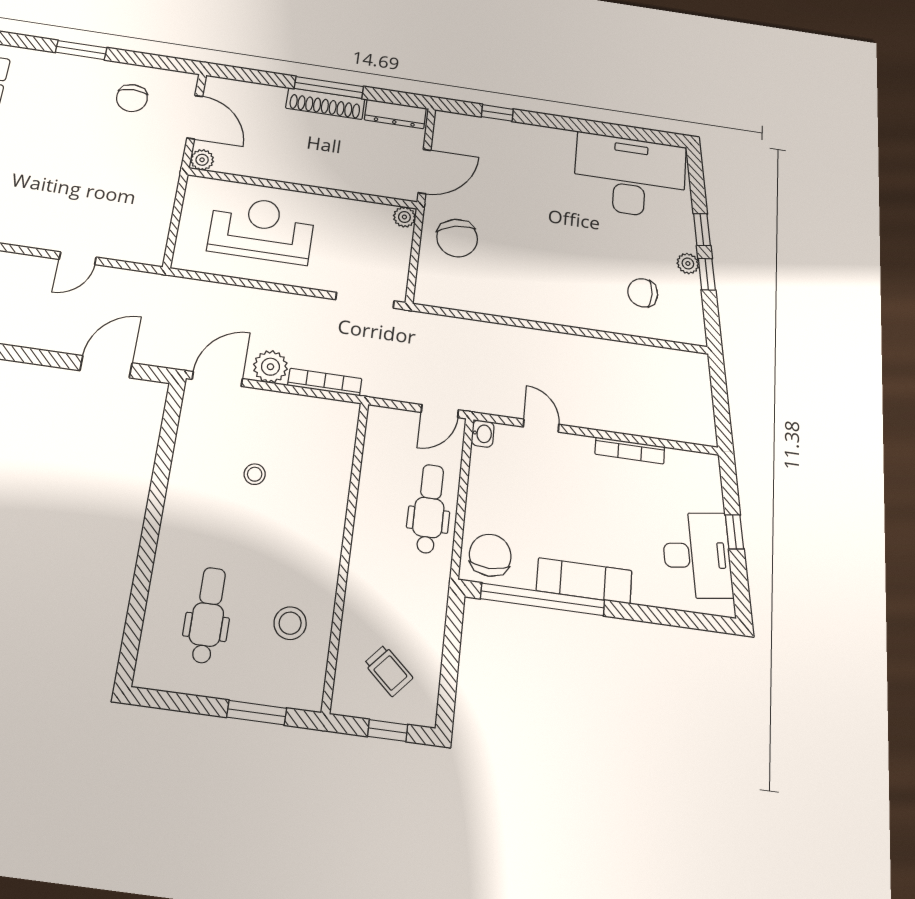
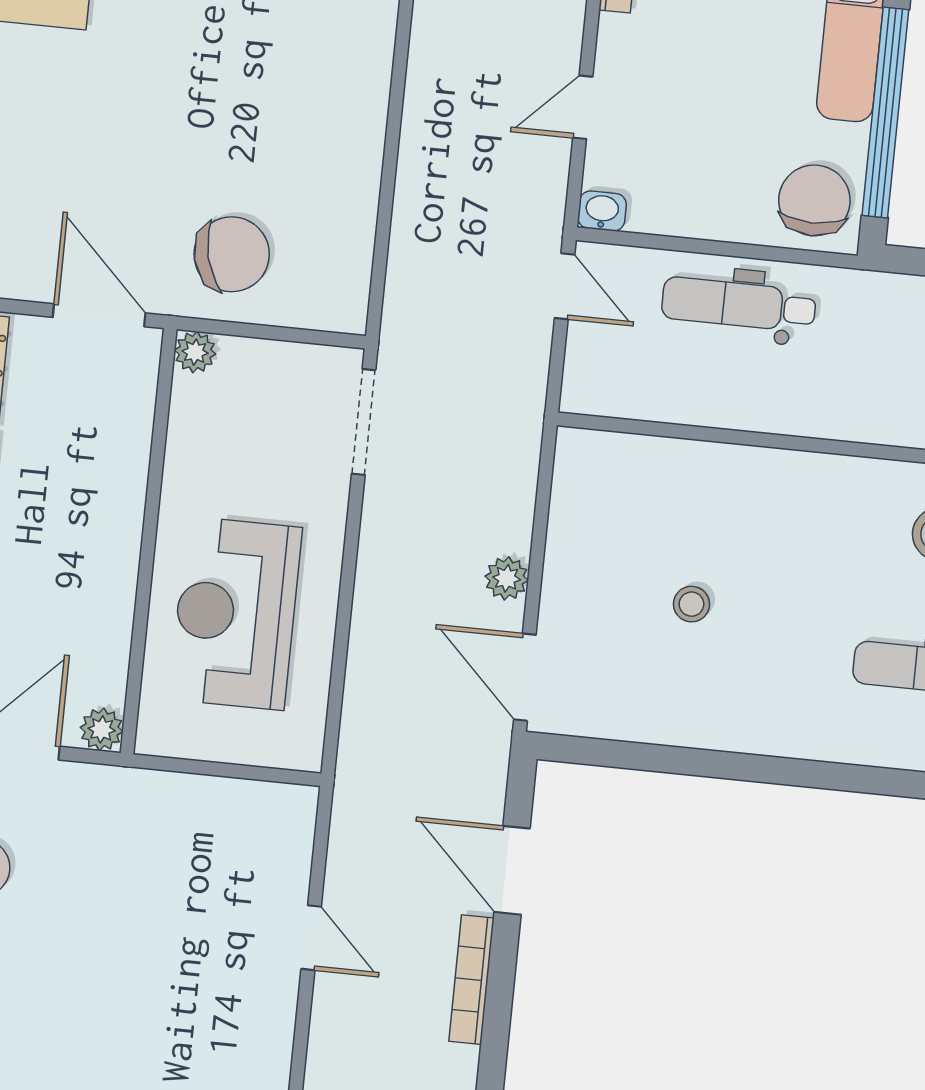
plant: (270, 367) -> (507, 578), width x0.73, depth x0.73
bookcase: (325, 382) -> (472, 980), moved
chair: (490, 555) -> (814, 200), turned 90

